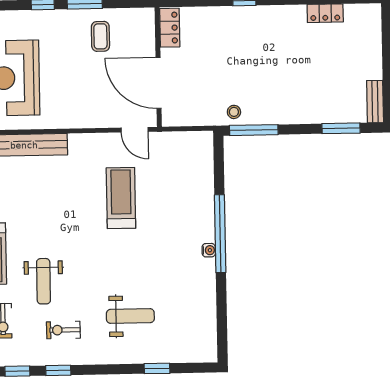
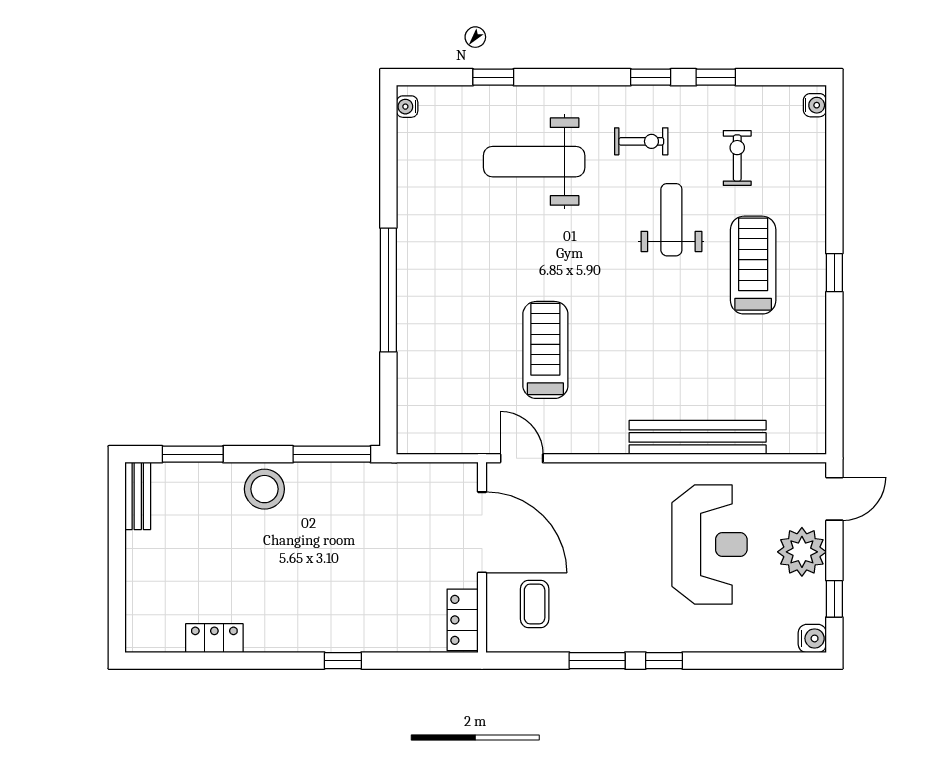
coffee table: (100, 36) -> (535, 604), moved
stool: (234, 112) -> (264, 489), moved, width x1.89, depth x1.89
treadmill: (121, 198) -> (545, 350), turned 180
water cooler: (209, 250) -> (407, 107), moved
weight bench: (130, 316) -> (534, 162), width x1.36, depth x1.33

